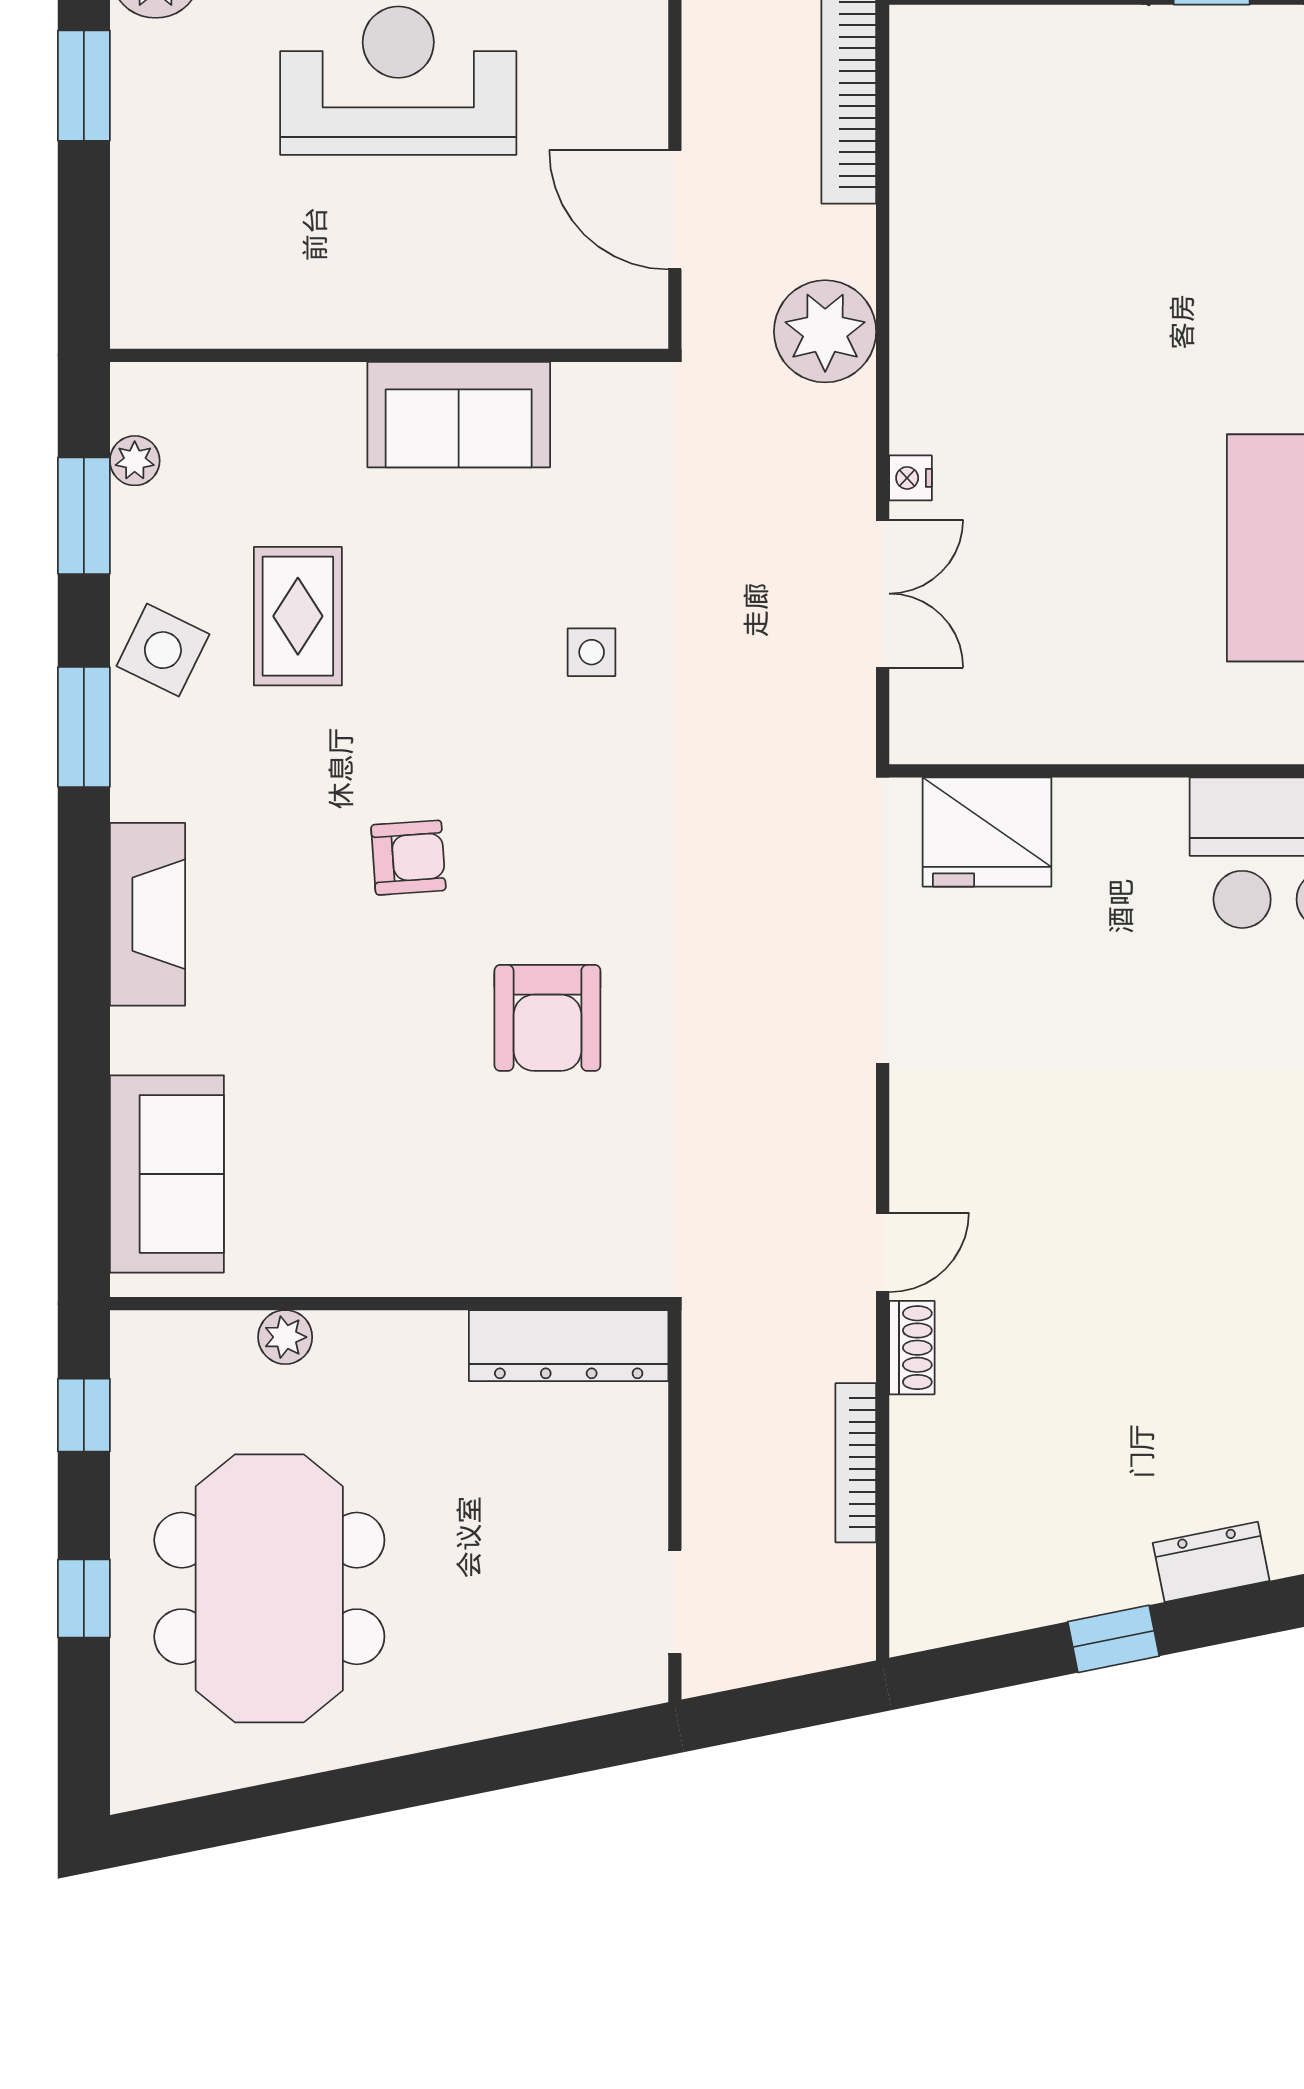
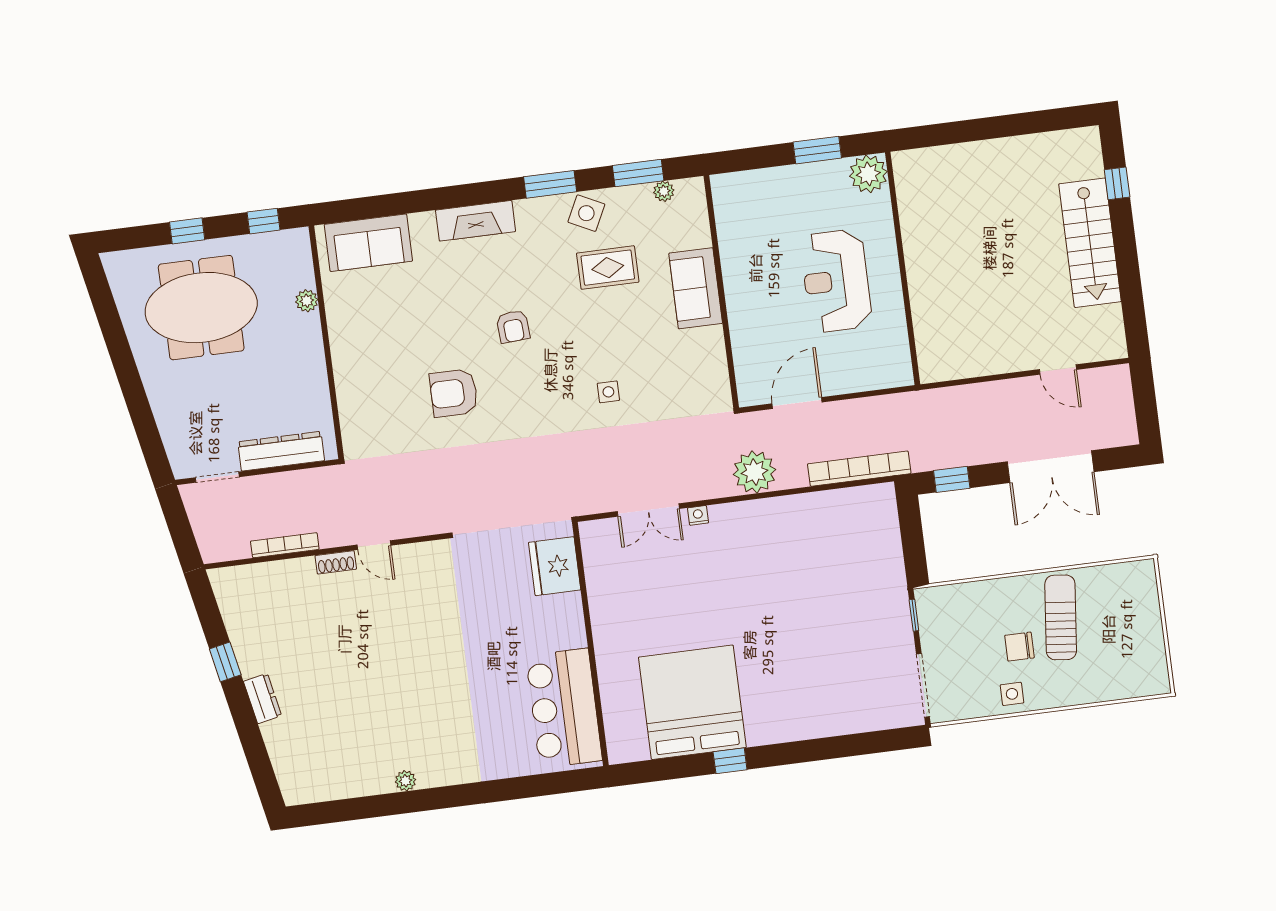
reception desk: (398, 81) -> (836, 281), turned 180
sofa: (459, 415) -> (696, 288), moved
dresser: (569, 1346) -> (281, 451), moved, turned 90

